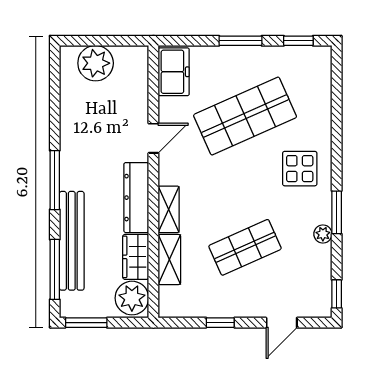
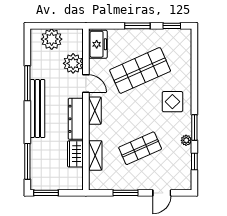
door: (153, 138) -> (86, 84), hinge flipped
window: (55, 180) -> (27, 83), moved
shelving: (169, 209) -> (95, 111), moved
bench: (72, 241) -> (37, 109), moved
window: (337, 294) -> (194, 161), moved
plant: (132, 298) -> (73, 63), moved
window: (220, 323) -> (125, 193), width x1.50

